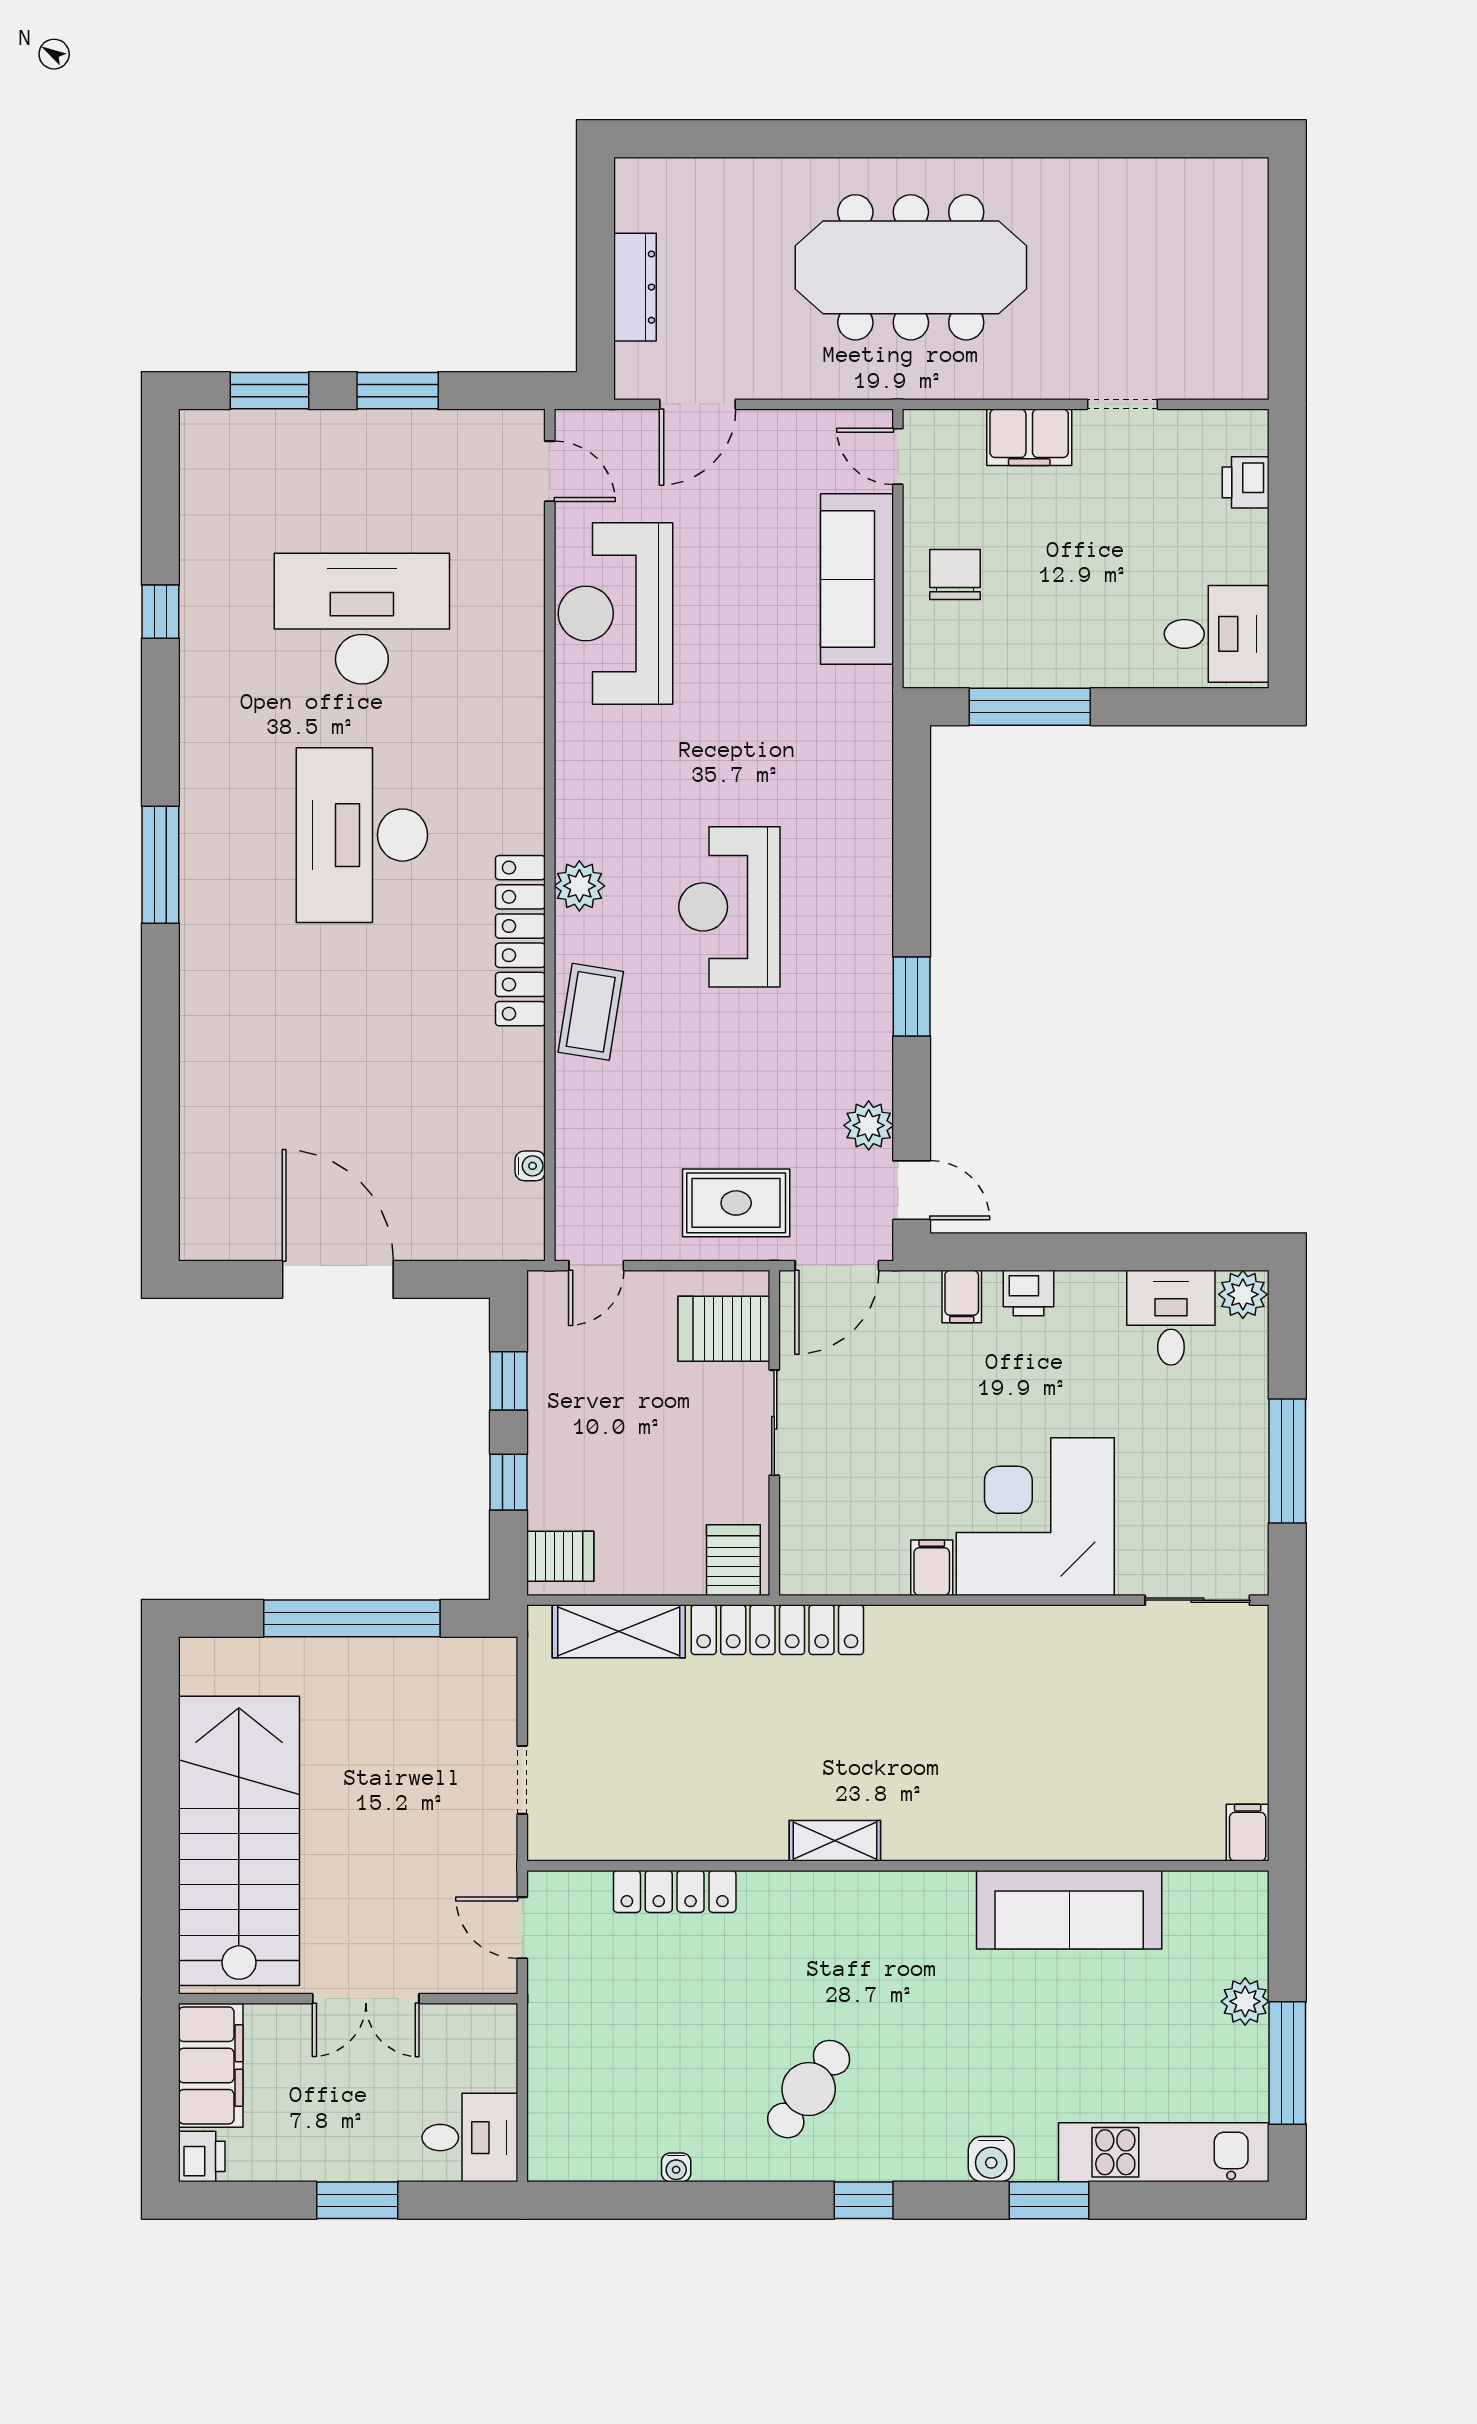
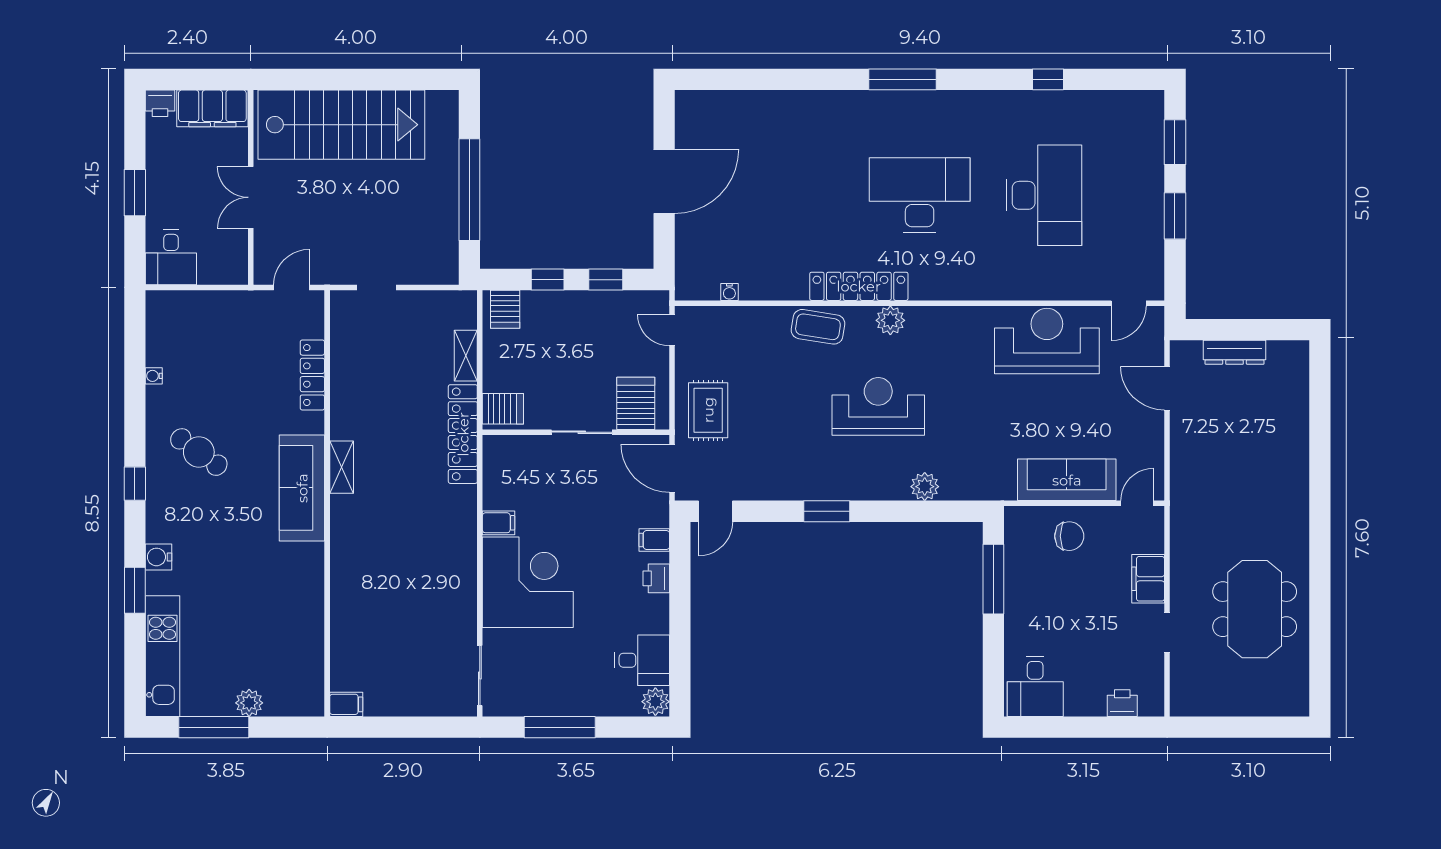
meeting table: (911, 267) -> (1255, 609), moved, width x0.73
plant: (869, 1125) -> (925, 487), moved
shelving: (619, 1631) -> (466, 356), width x0.67, depth x0.75
sofa: (1069, 1910) -> (302, 488), moved

